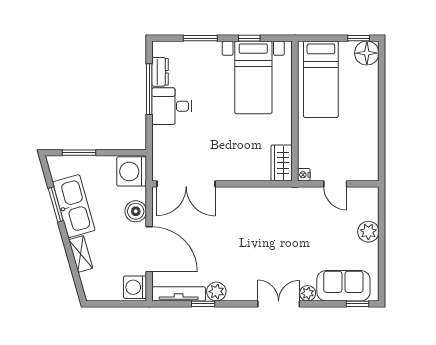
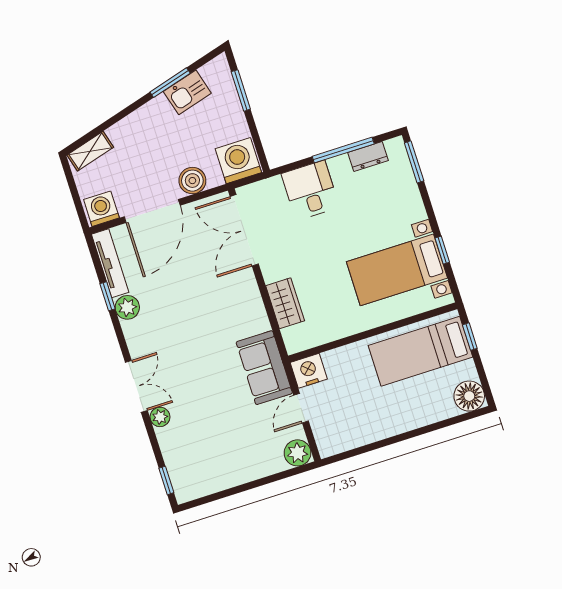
window: (200, 38) -> (414, 162), moved
window: (359, 38) -> (470, 337), moved
desk: (172, 106) -> (310, 190), moved
wardrobe: (282, 163) -> (285, 303), moved, turned 90
nightstand: (304, 175) -> (309, 371), width x1.89, depth x1.79
kitchen sink: (74, 206) -> (187, 92), width x0.53, depth x0.81
plant: (368, 232) -> (297, 453), moved
shelving: (81, 254) -> (90, 151), moved
sofa: (343, 286) -> (264, 368), moved, turned 180

